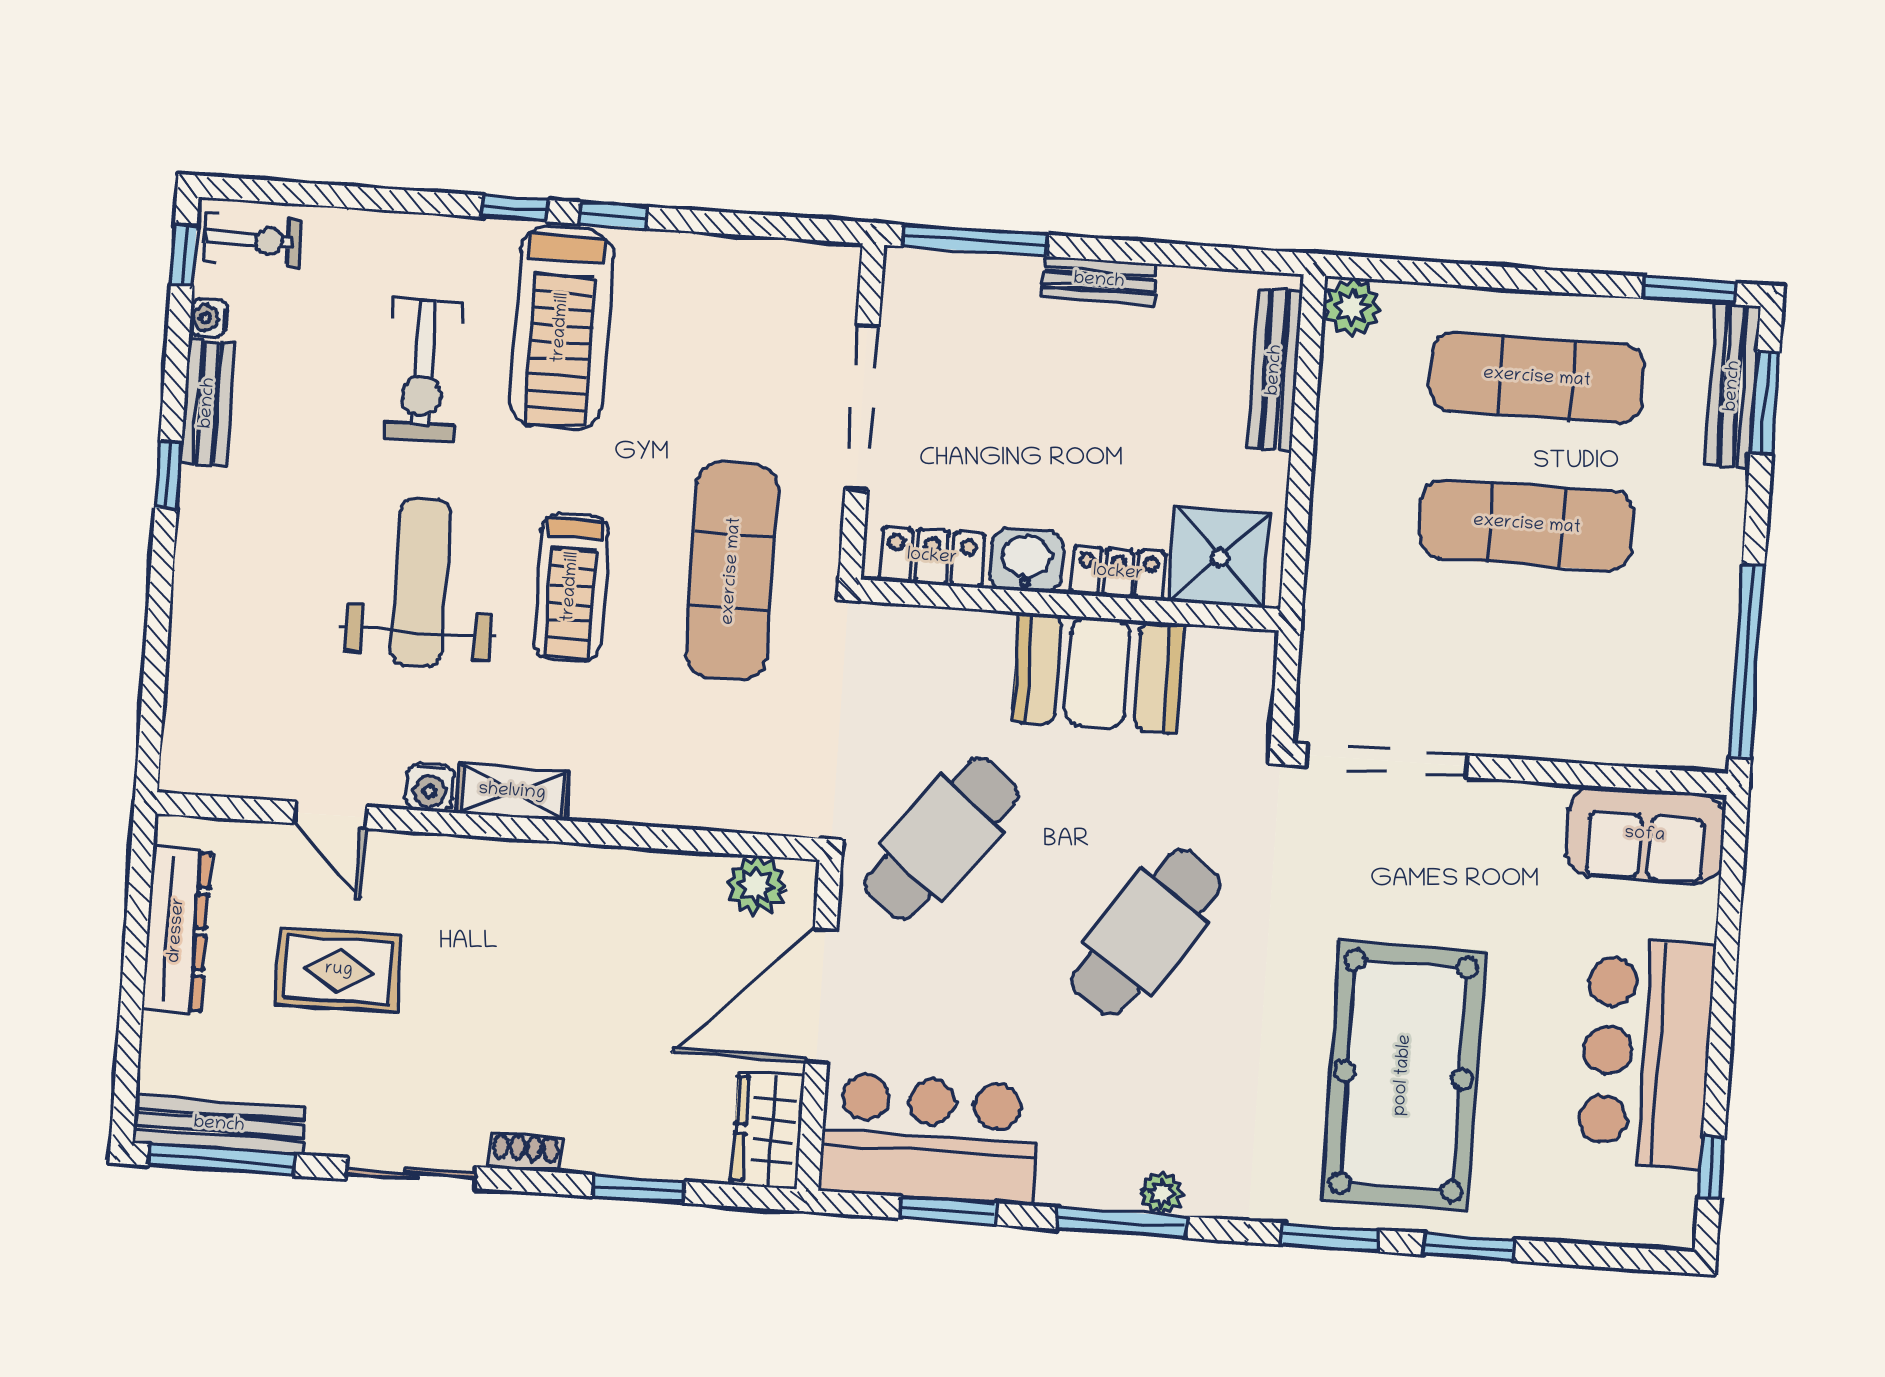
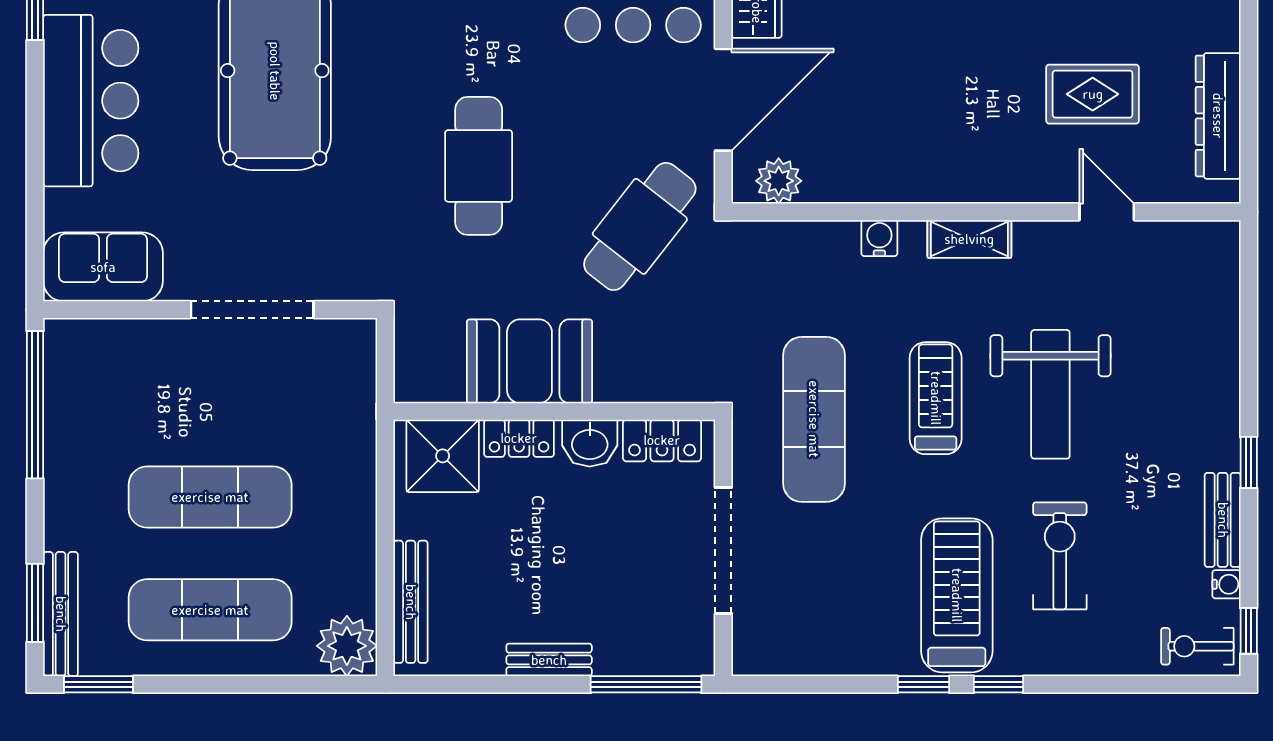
plant: (1352, 307) -> (347, 646), width x1.36, depth x1.36
doorway: (1387, 761) -> (252, 310), moved
water cooler: (430, 788) -> (879, 238), moved
cafe table: (1146, 932) -> (479, 166), turned -35

